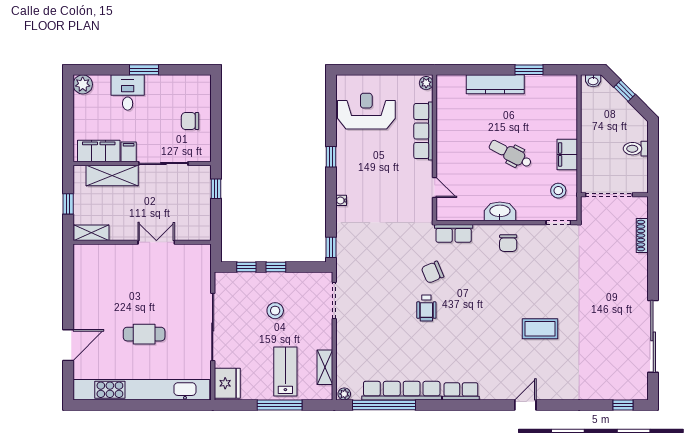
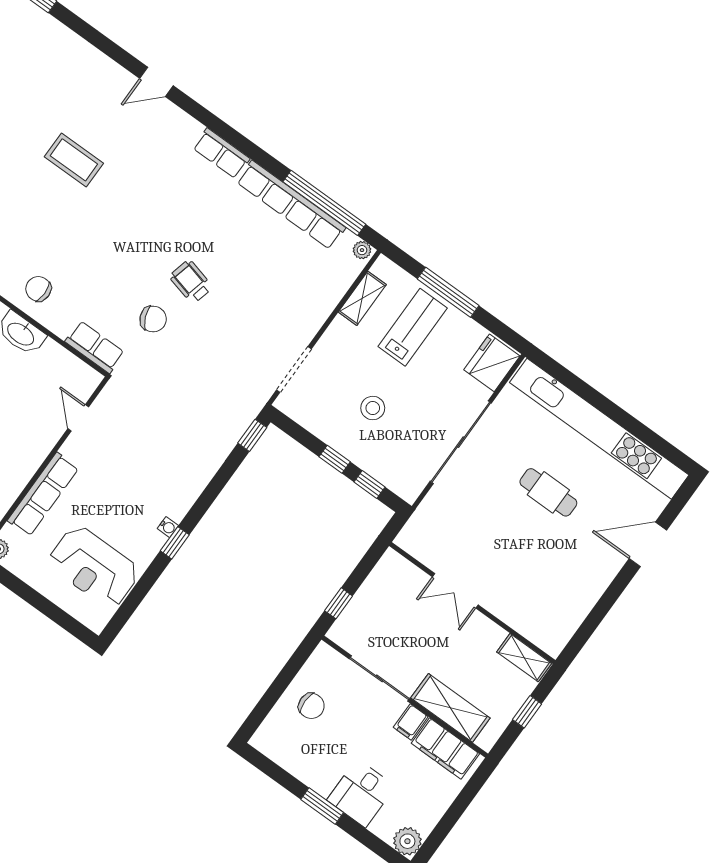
water cooler: (341, 200) -> (168, 527), moved
chair: (508, 243) -> (38, 289), turned -90
wheelchair: (426, 308) -> (191, 282), turned -76
lab bench: (285, 371) -> (413, 327), turned 180

